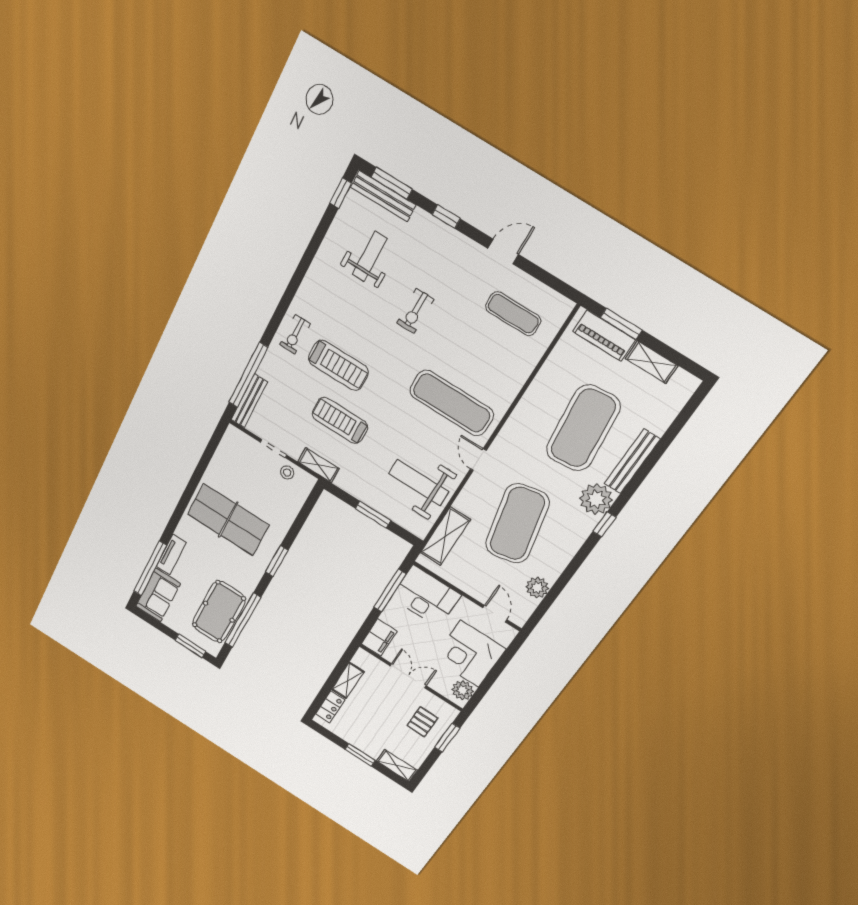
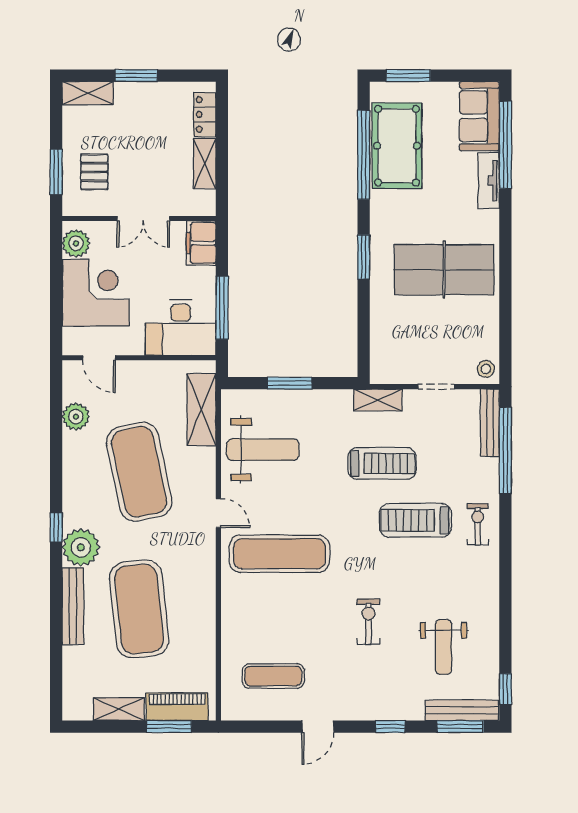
stool: (287, 473) -> (486, 369), moved

